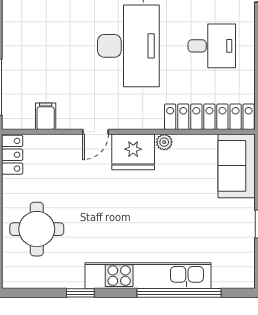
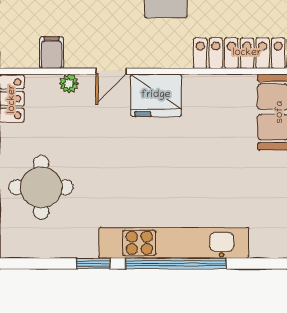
plant: (164, 142) -> (69, 83), moved
window: (179, 293) -> (176, 263), moved

